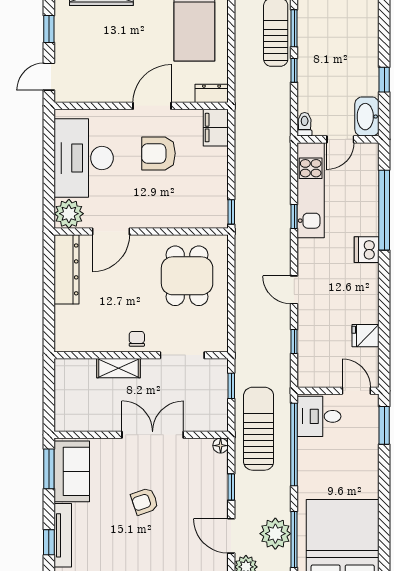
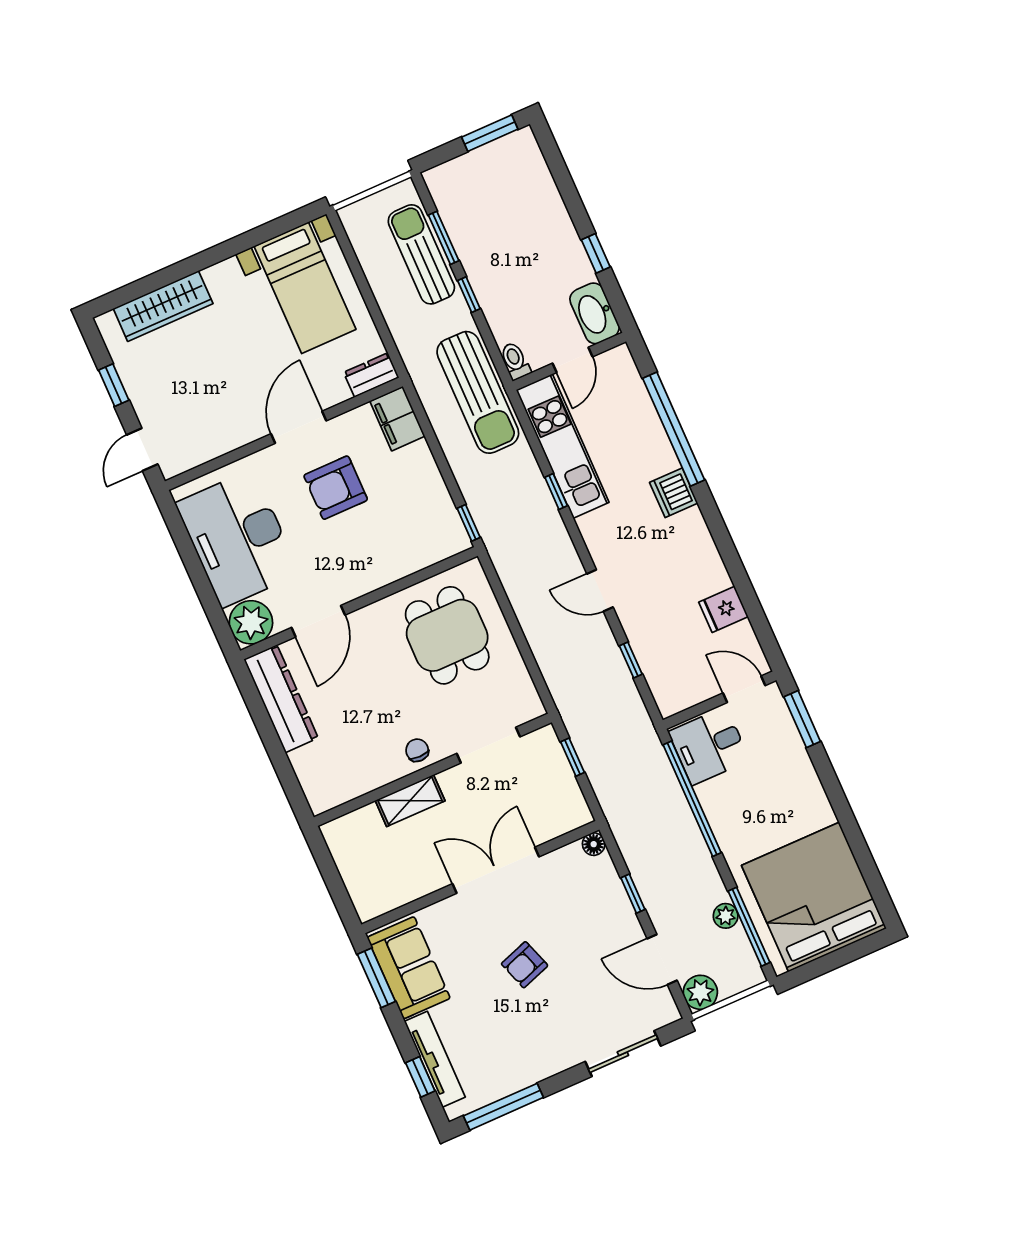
sun lounger: (259, 429) -> (478, 392), moved, turned 180
plant: (275, 534) -> (726, 916), width x0.53, depth x0.53

